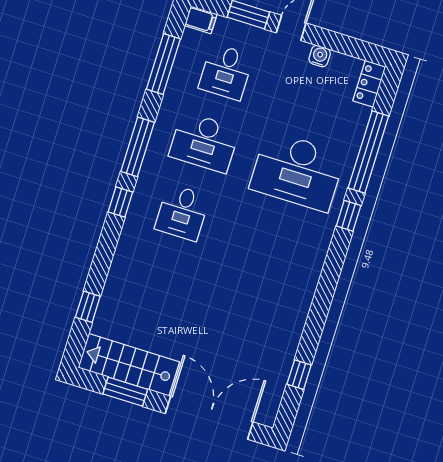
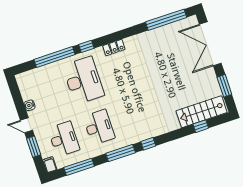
desk: (226, 72) -> (64, 139), width x1.37
locker: (369, 84) -> (114, 48), moved
desk: (182, 212) -> (134, 115), removed
stairs: (129, 365) -> (202, 112), moved, turned 90
window: (299, 375) -> (166, 20), width x3.17

